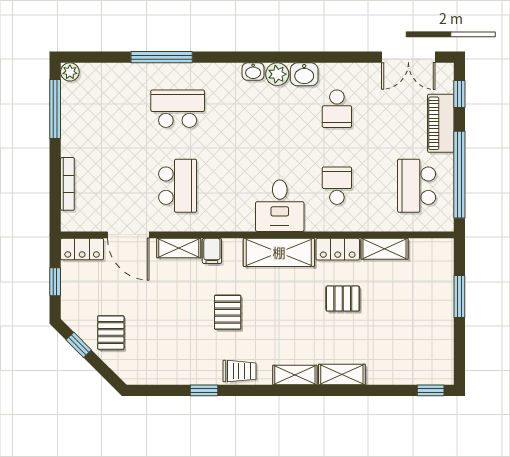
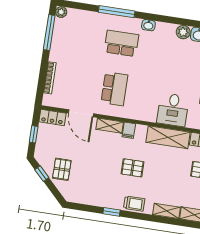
washbasin: (253, 72) -> (148, 25), moved
pallet: (228, 312) -> (133, 168), turned 90

